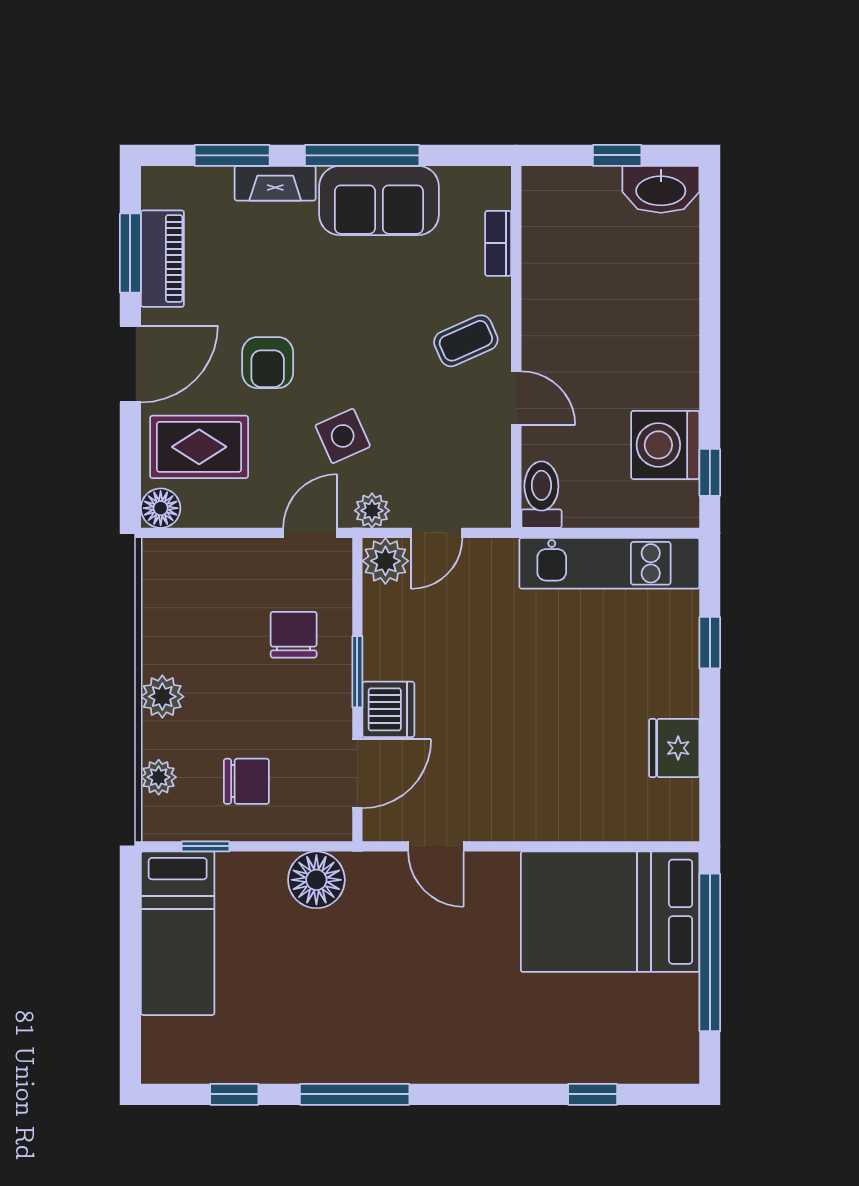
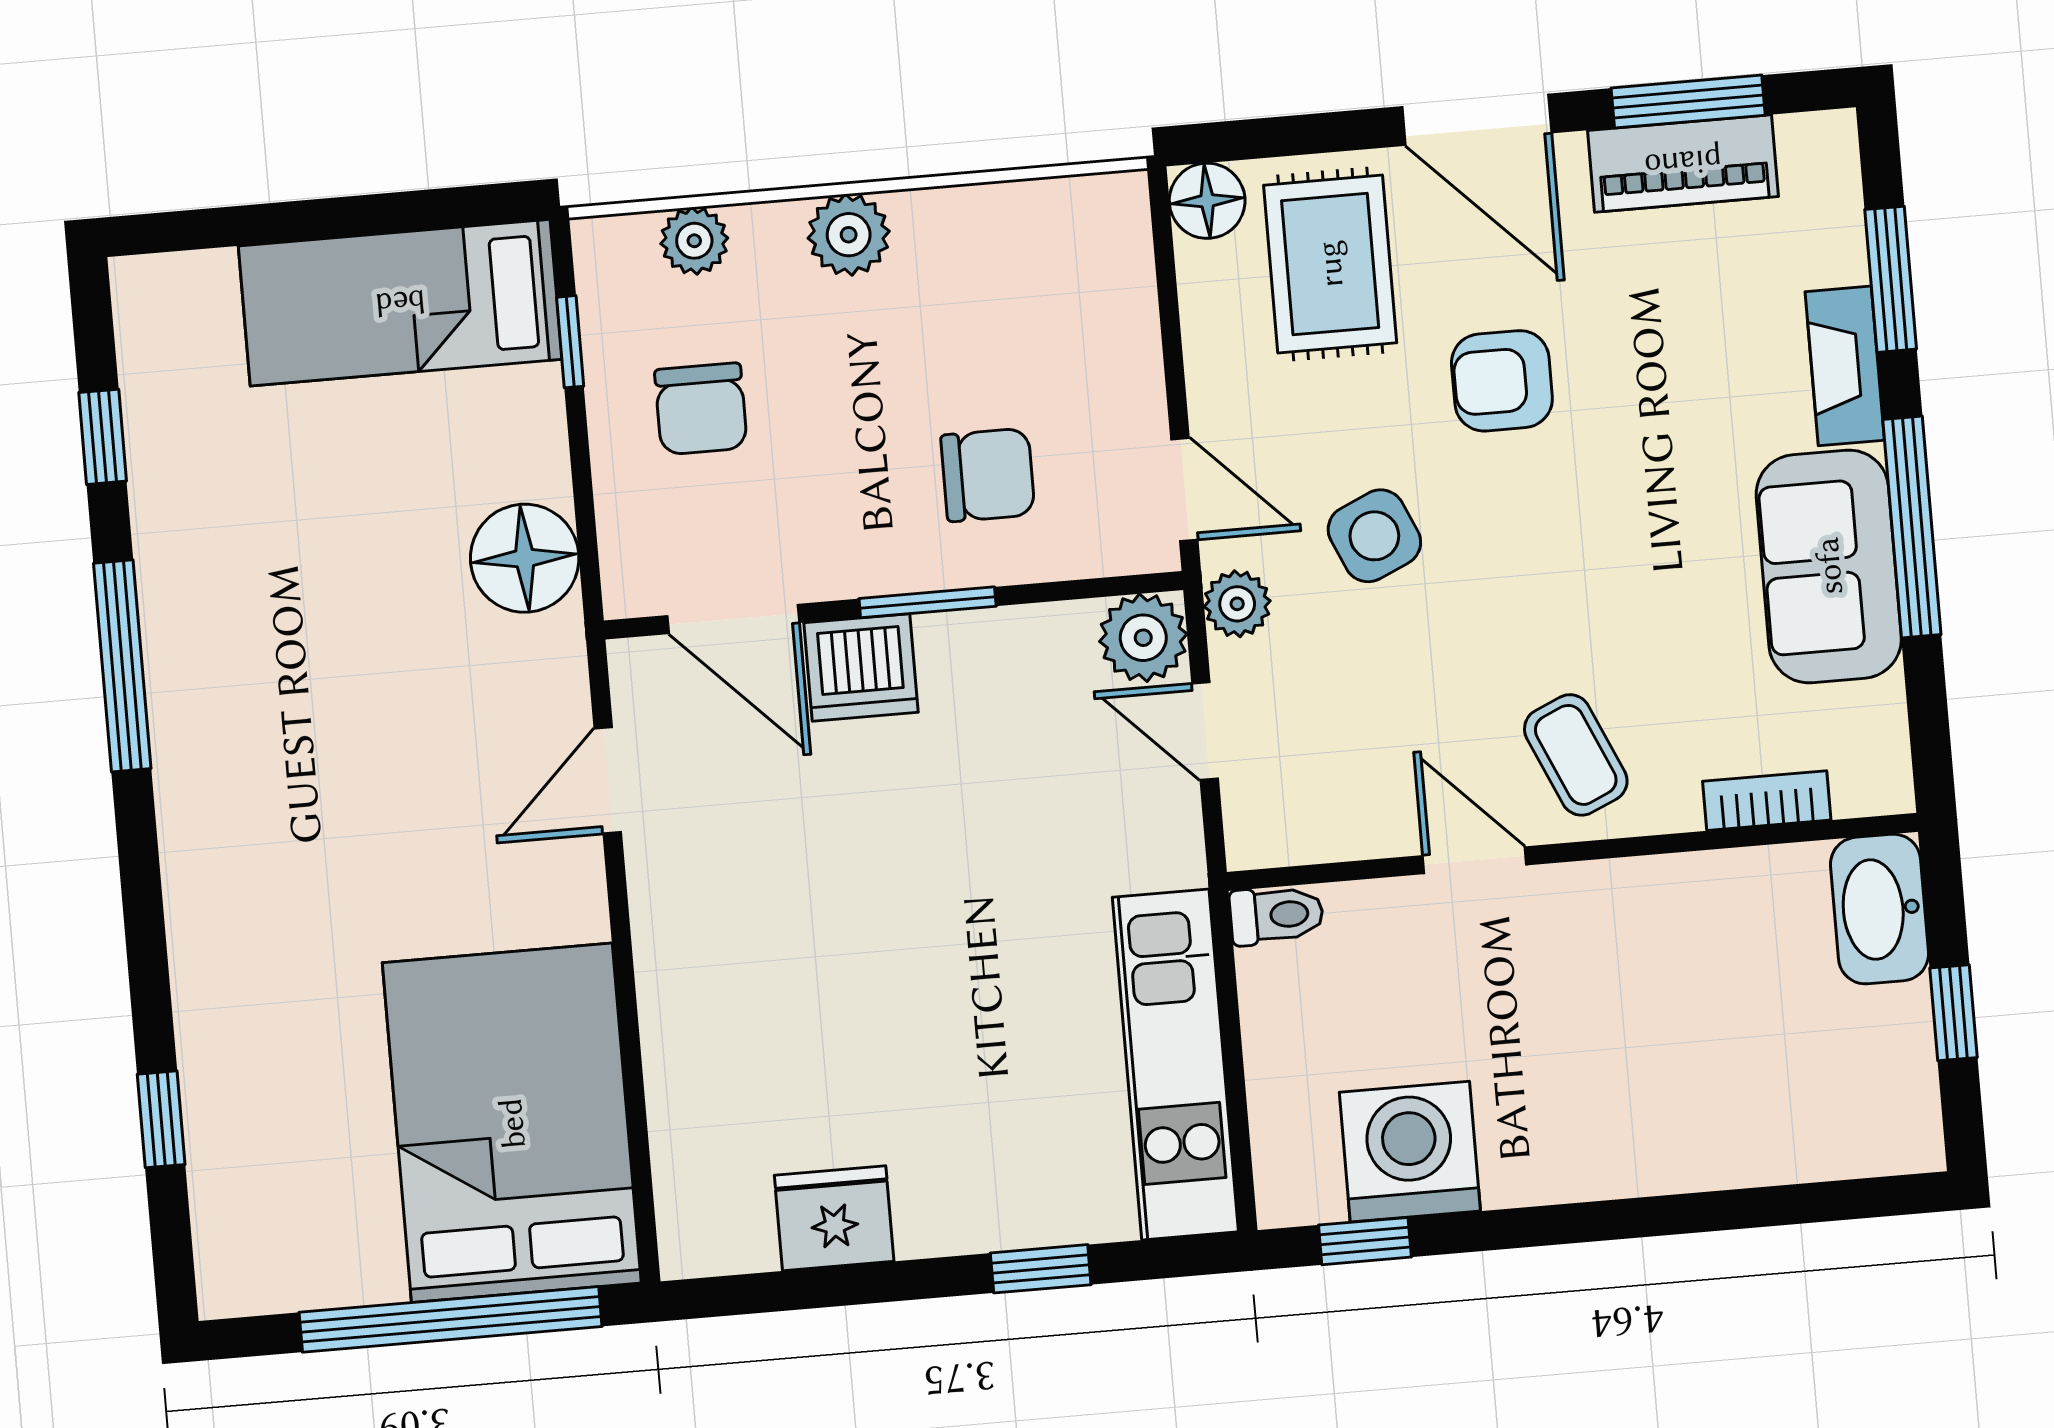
washbasin: (661, 189) -> (1879, 909), moved
door: (516, 398) -> (1475, 860), swing flipped
toilet: (541, 495) -> (1277, 915), width x0.73, depth x0.72

